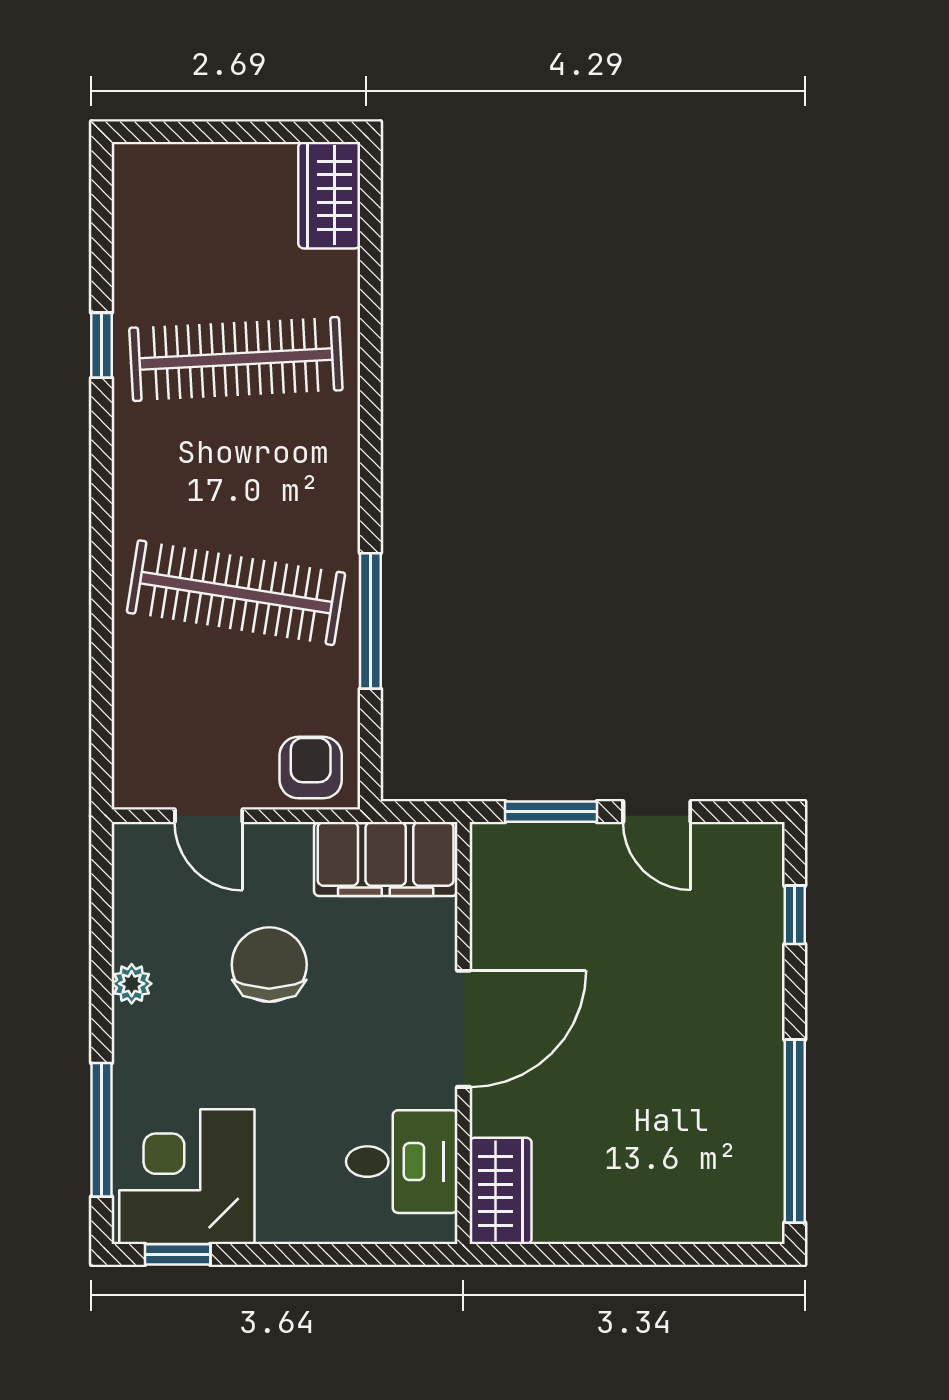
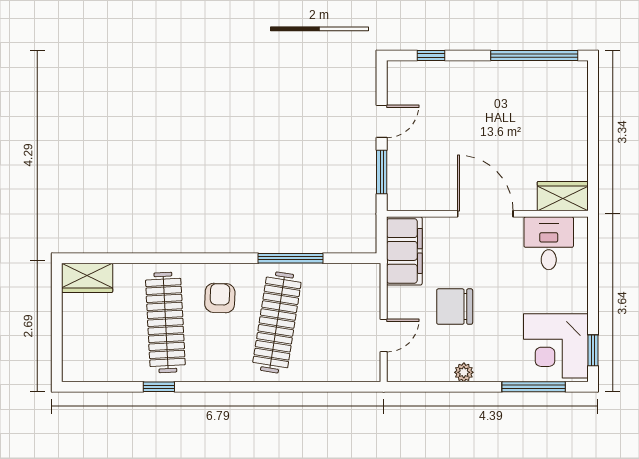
armchair: (311, 768) -> (220, 298), moved, turned 92

